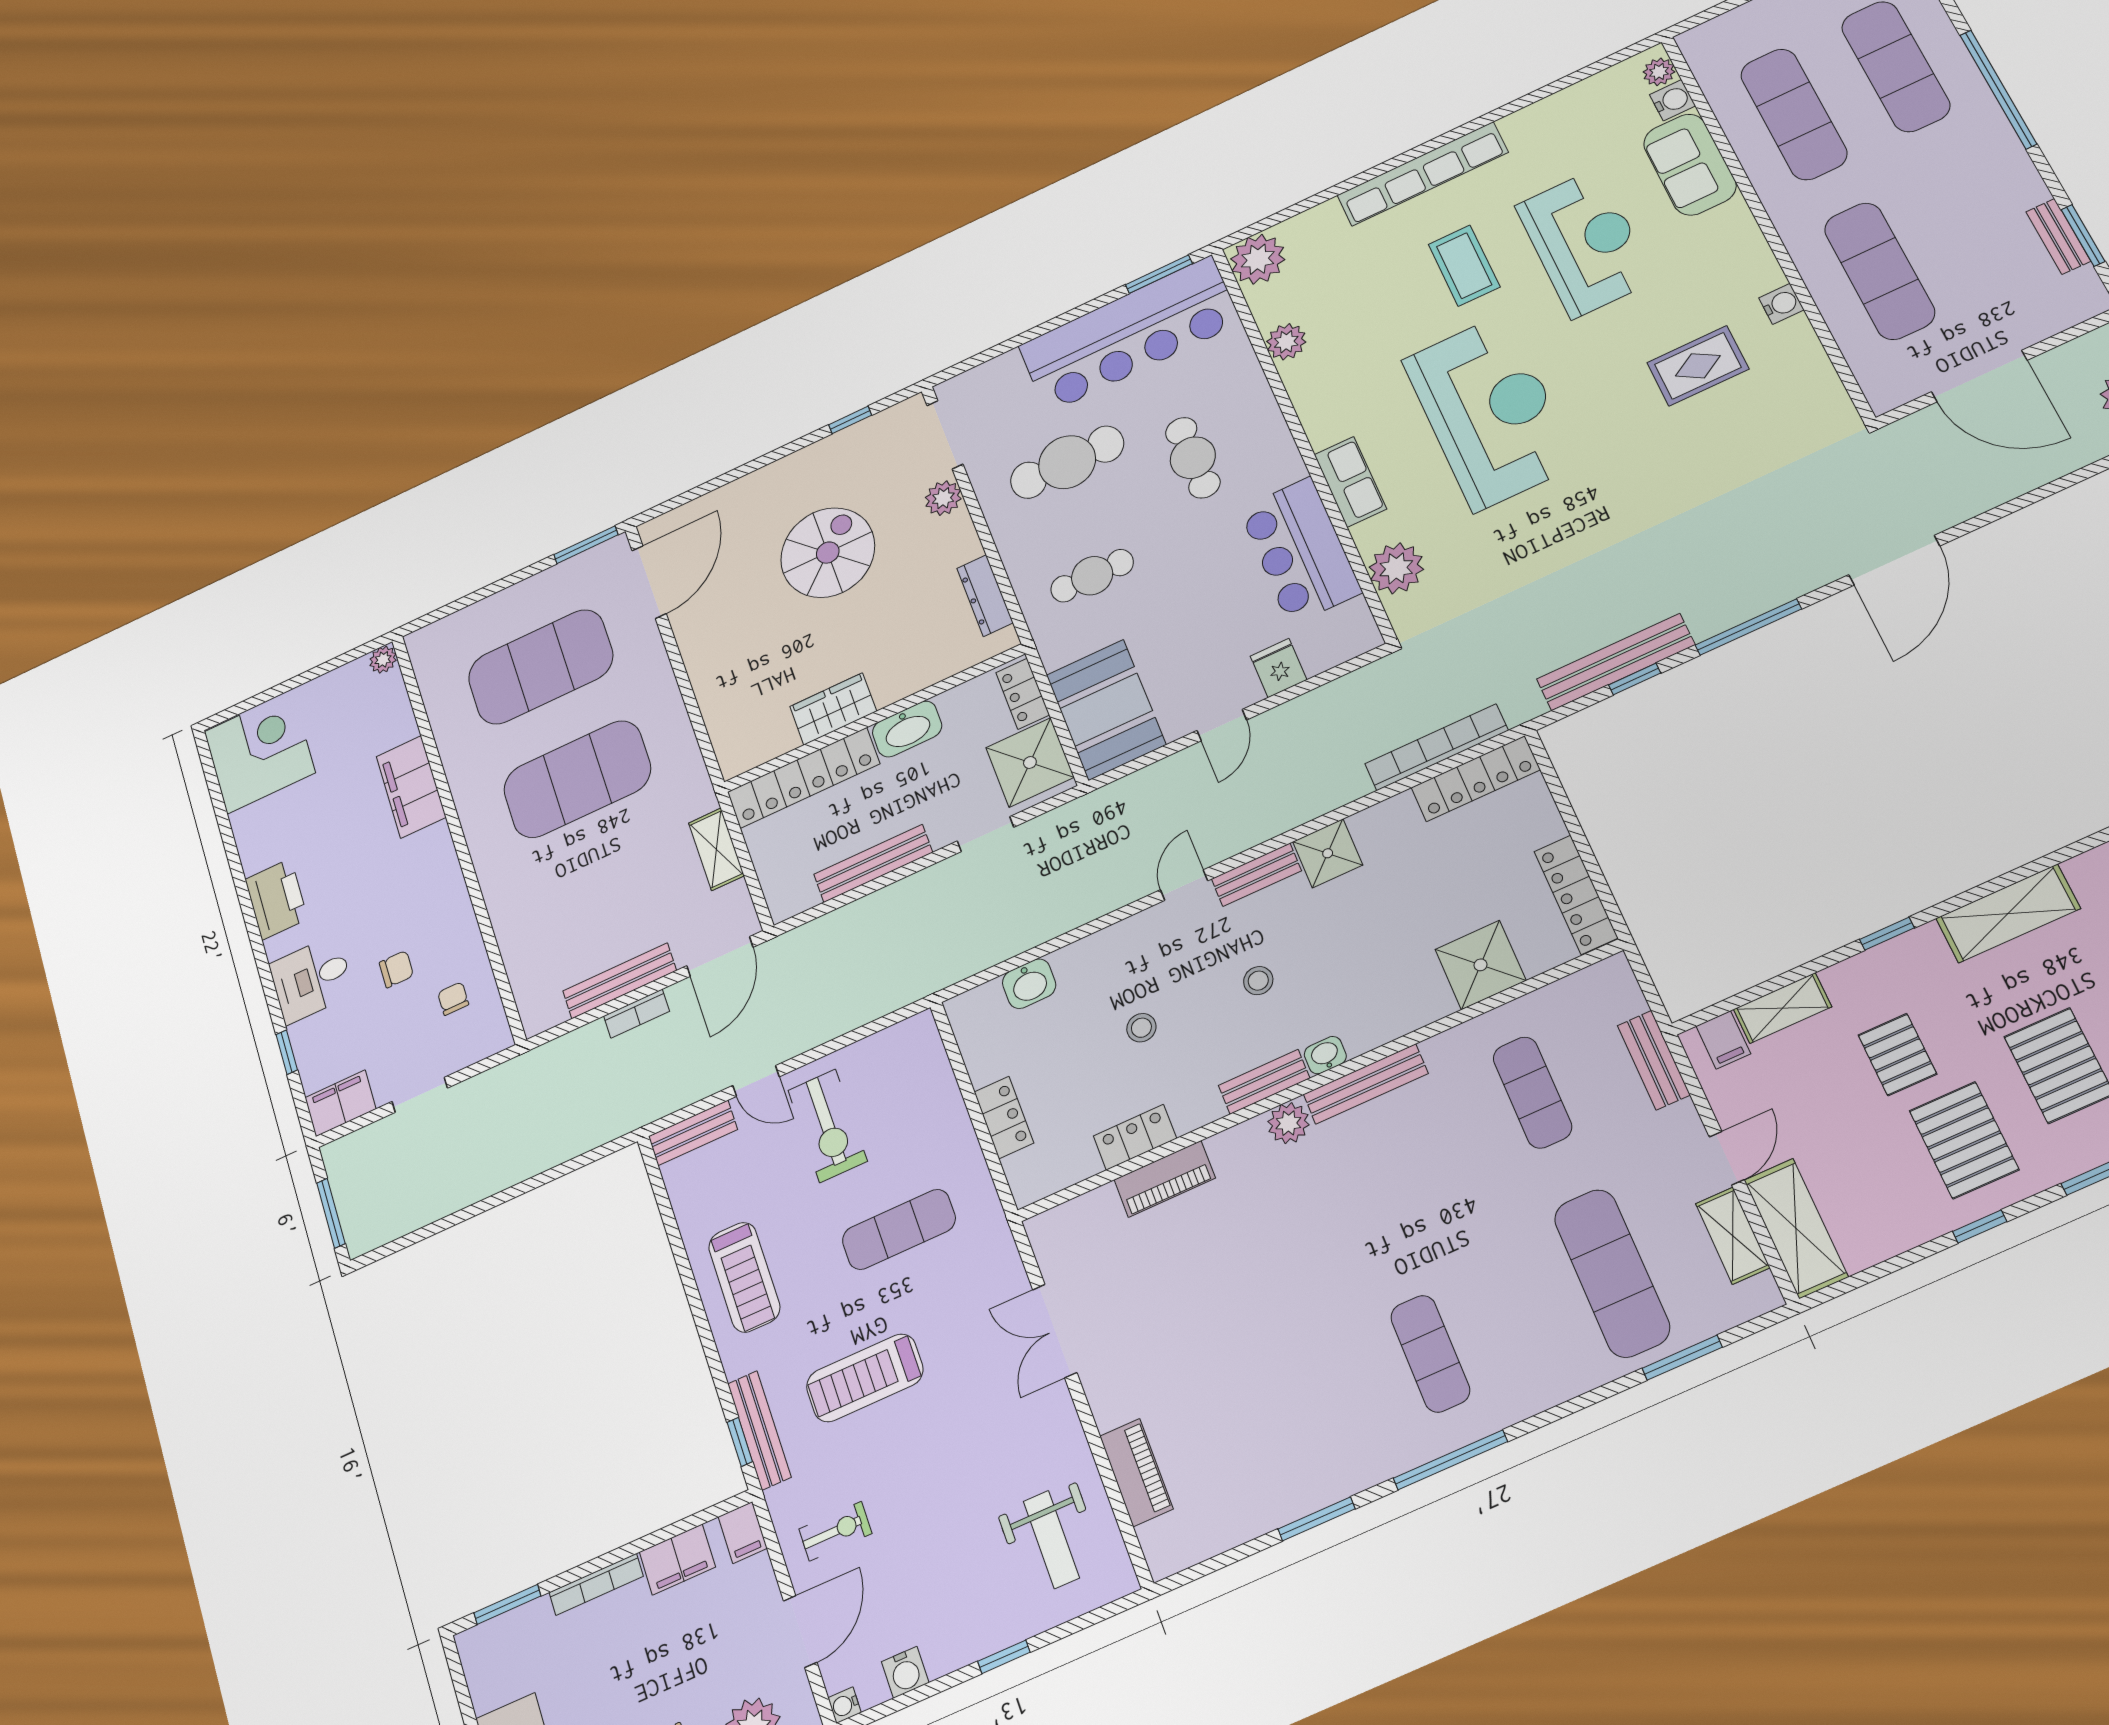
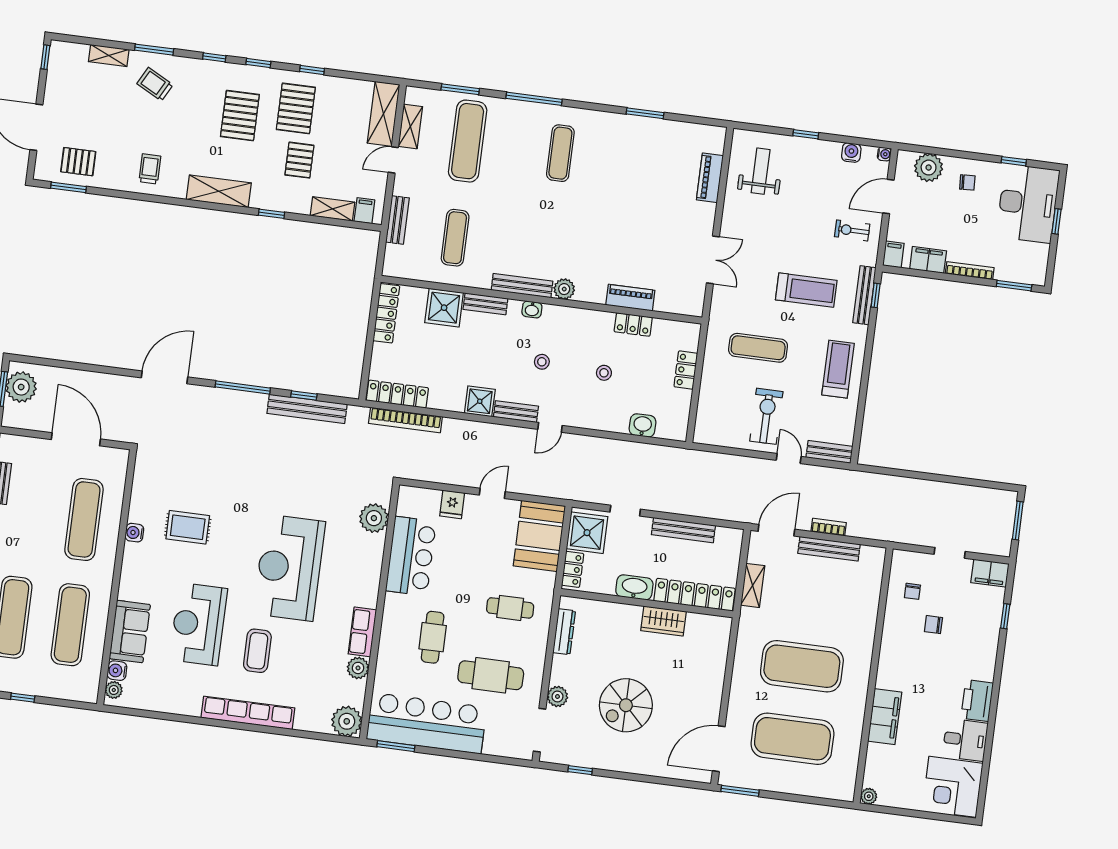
row of seats: (1350, 482) -> (362, 632), moved
desk: (311, 979) -> (965, 740), moved
bench: (1264, 1082) -> (485, 304), moved
window: (1450, 1460) -> (534, 99), moved

